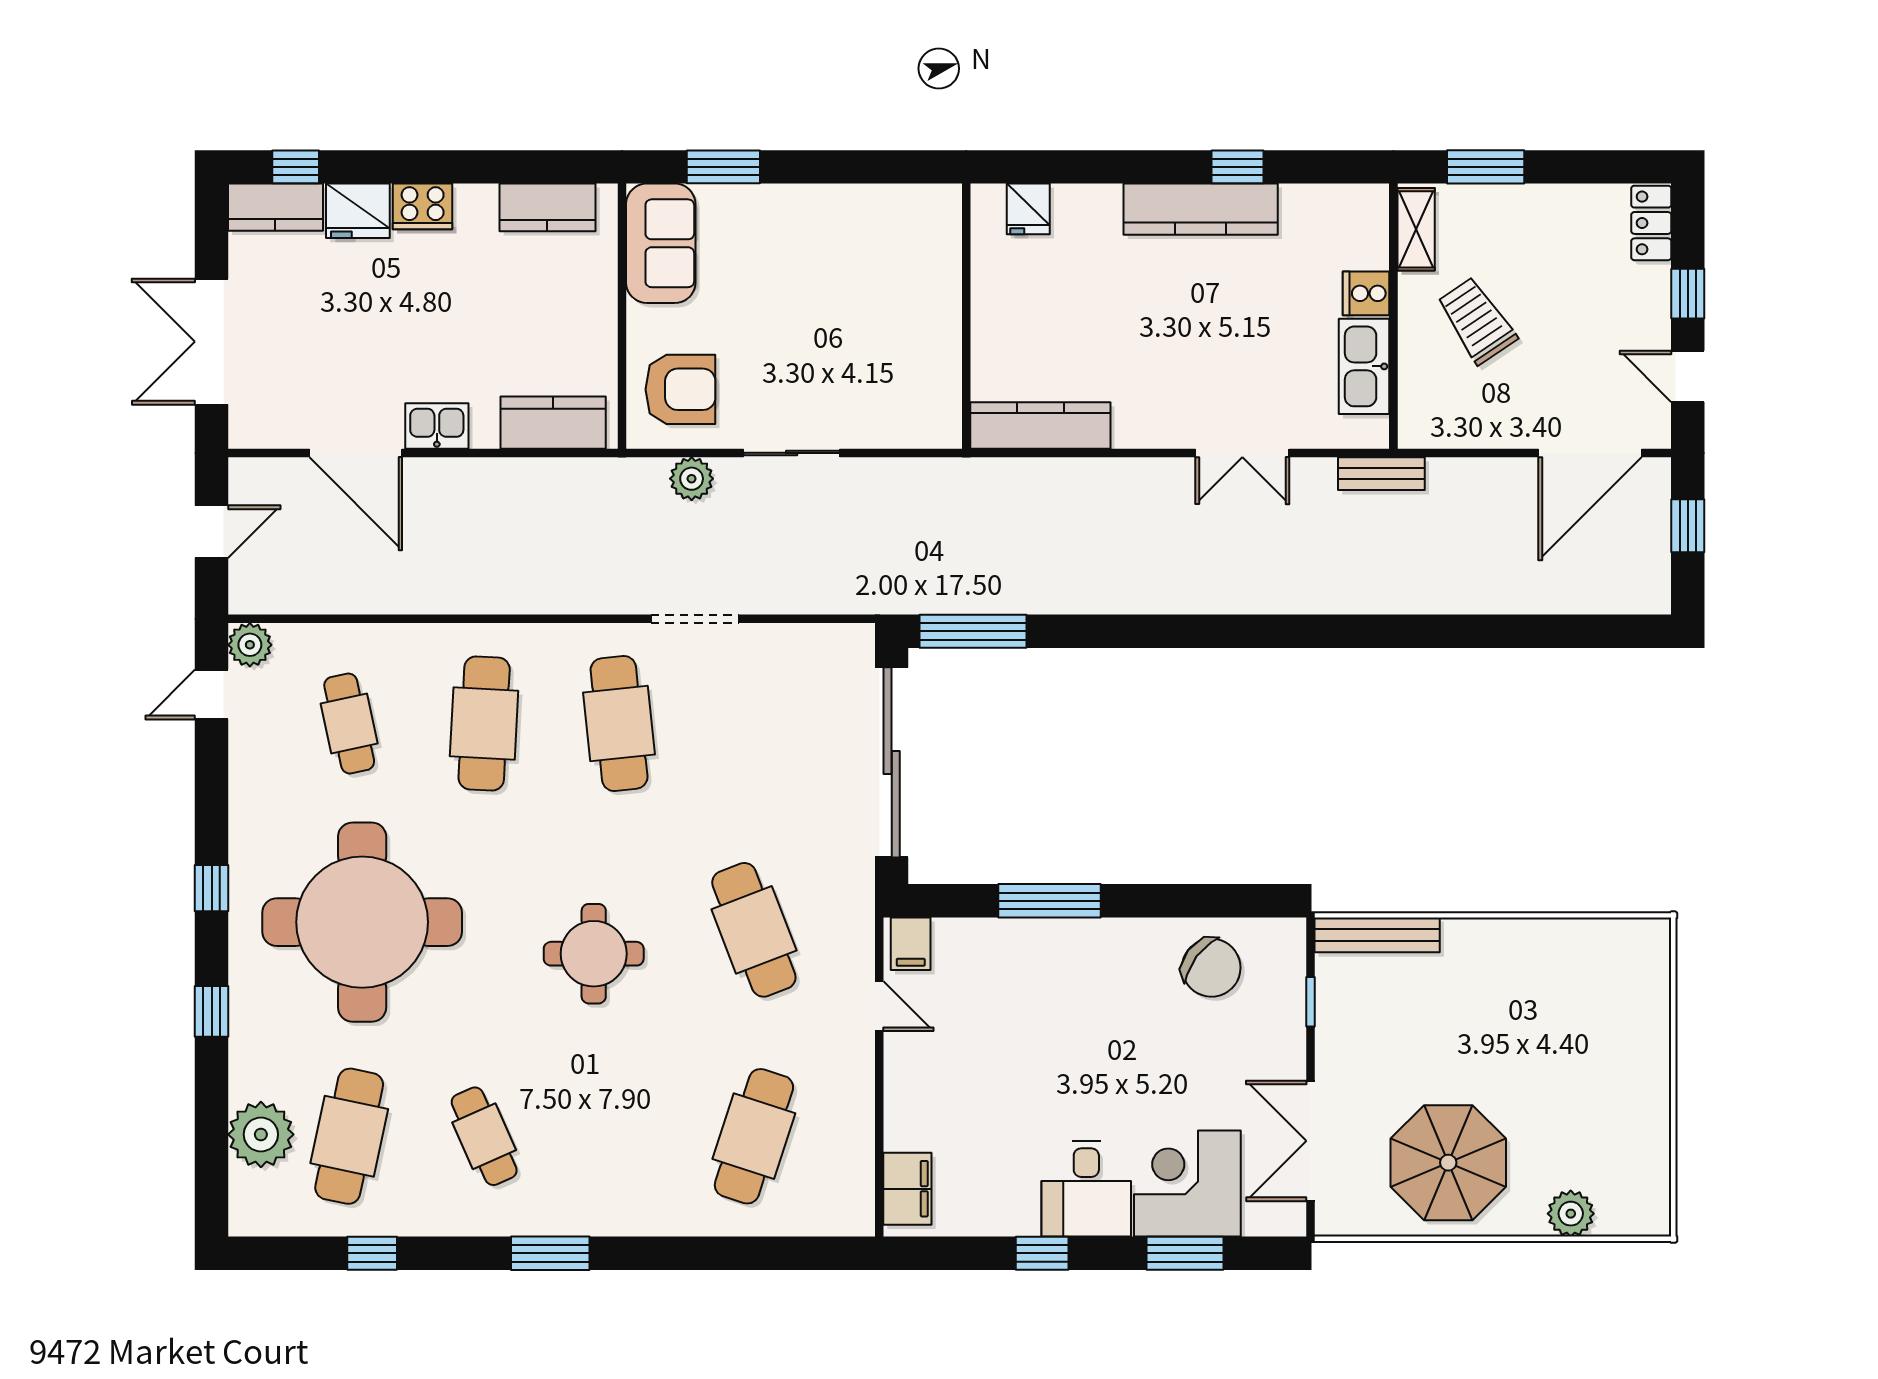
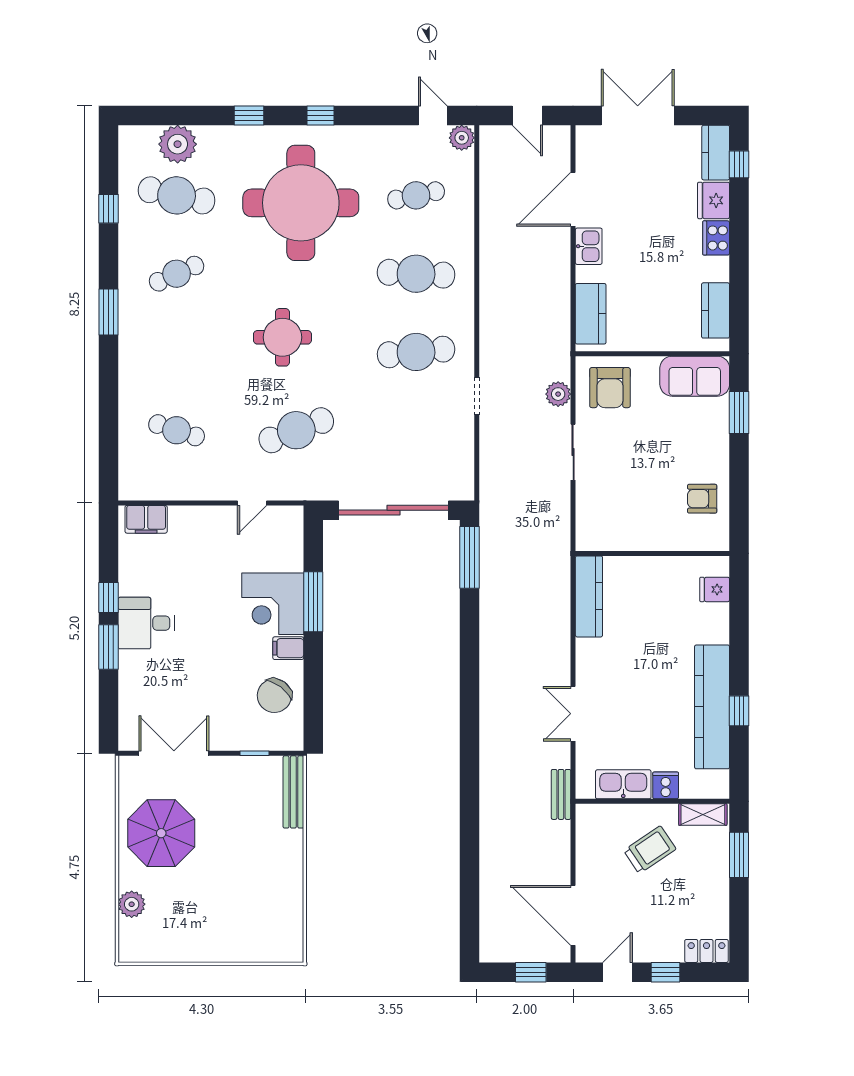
kitchen counter: (1201, 209) -> (712, 707), width x1.39, depth x1.17
armchair: (872, 230) -> (702, 499), added
doorway: (695, 619) -> (477, 396), width x0.73
filing cabinet: (911, 944) -> (288, 648), moved
cafe table: (754, 1136) -> (177, 430), width x0.73, depth x0.74
corner desk: (1187, 1184) -> (273, 604), moved, turned 180
window: (1185, 1253) -> (109, 647), moved

